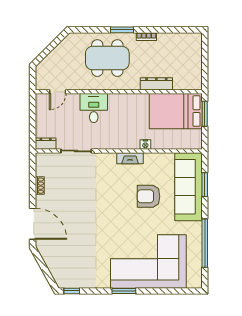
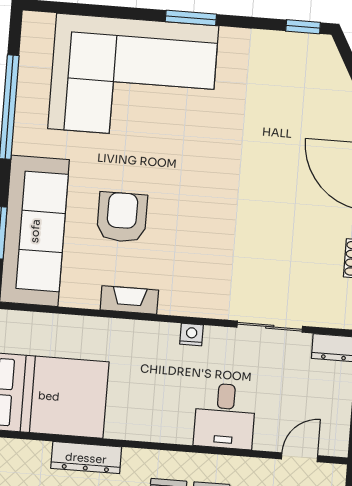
nightstand: (145, 145) -> (192, 335), moved
fireplace: (130, 158) -> (129, 300), moved
armchair: (149, 196) -> (122, 217), turned -90

